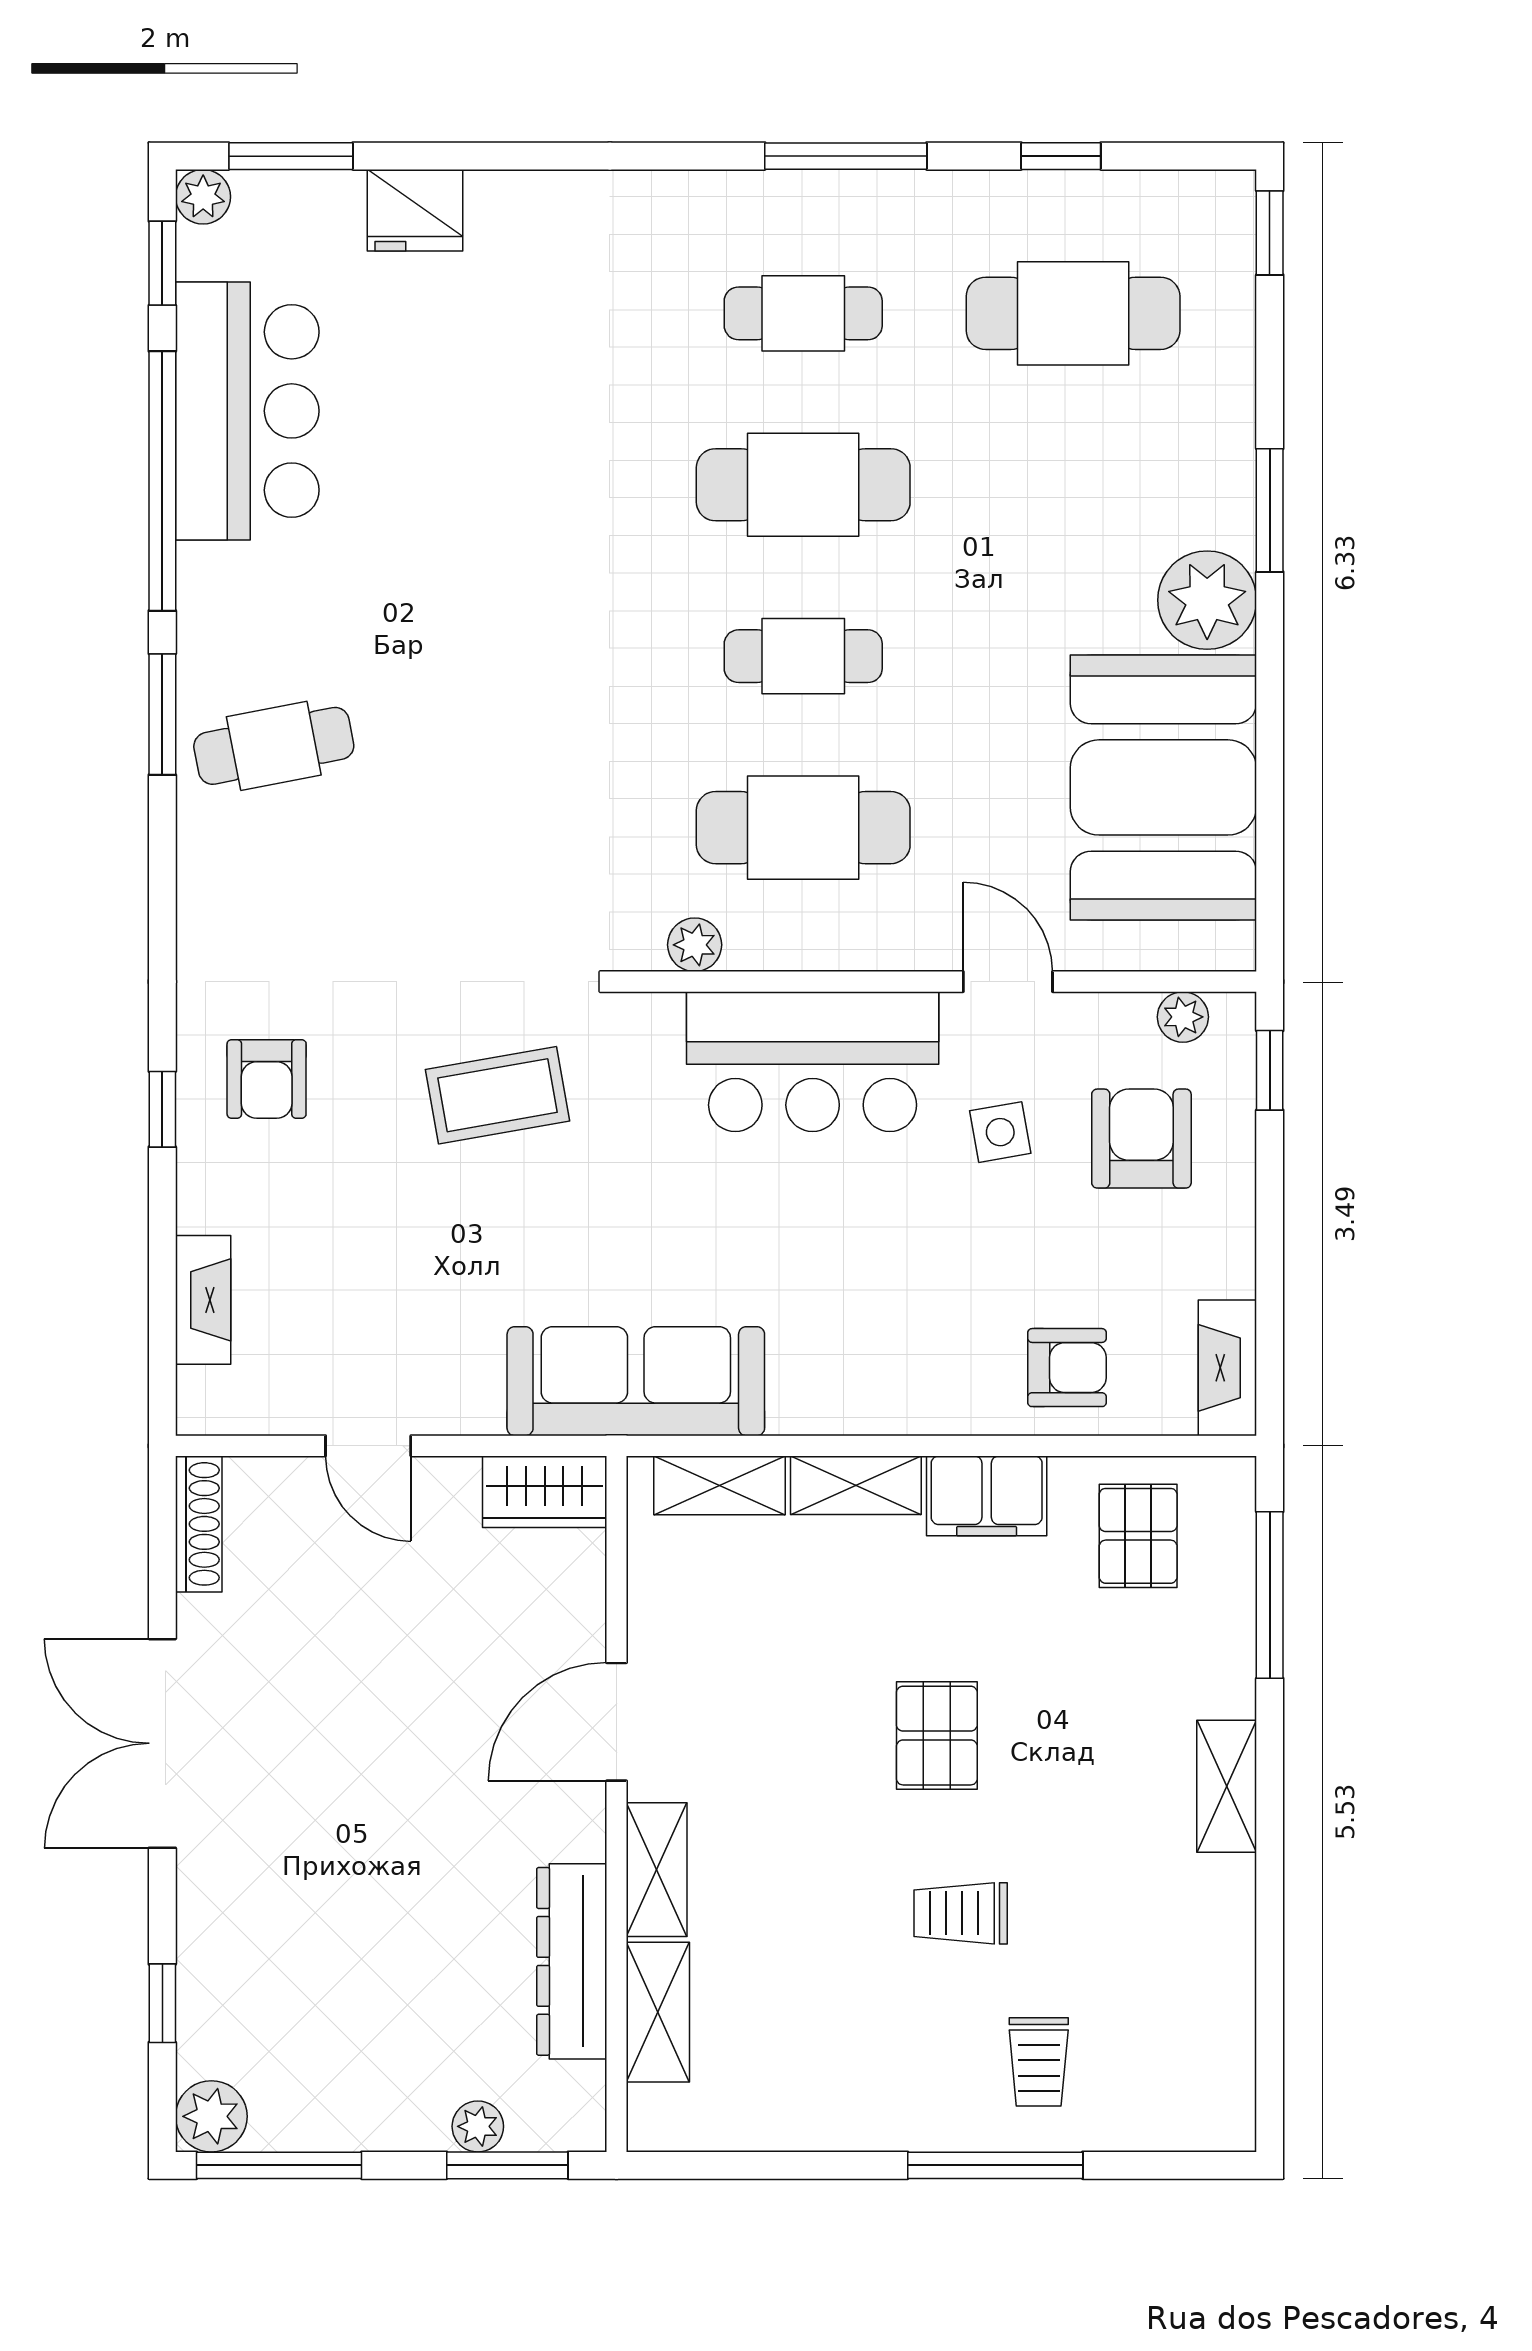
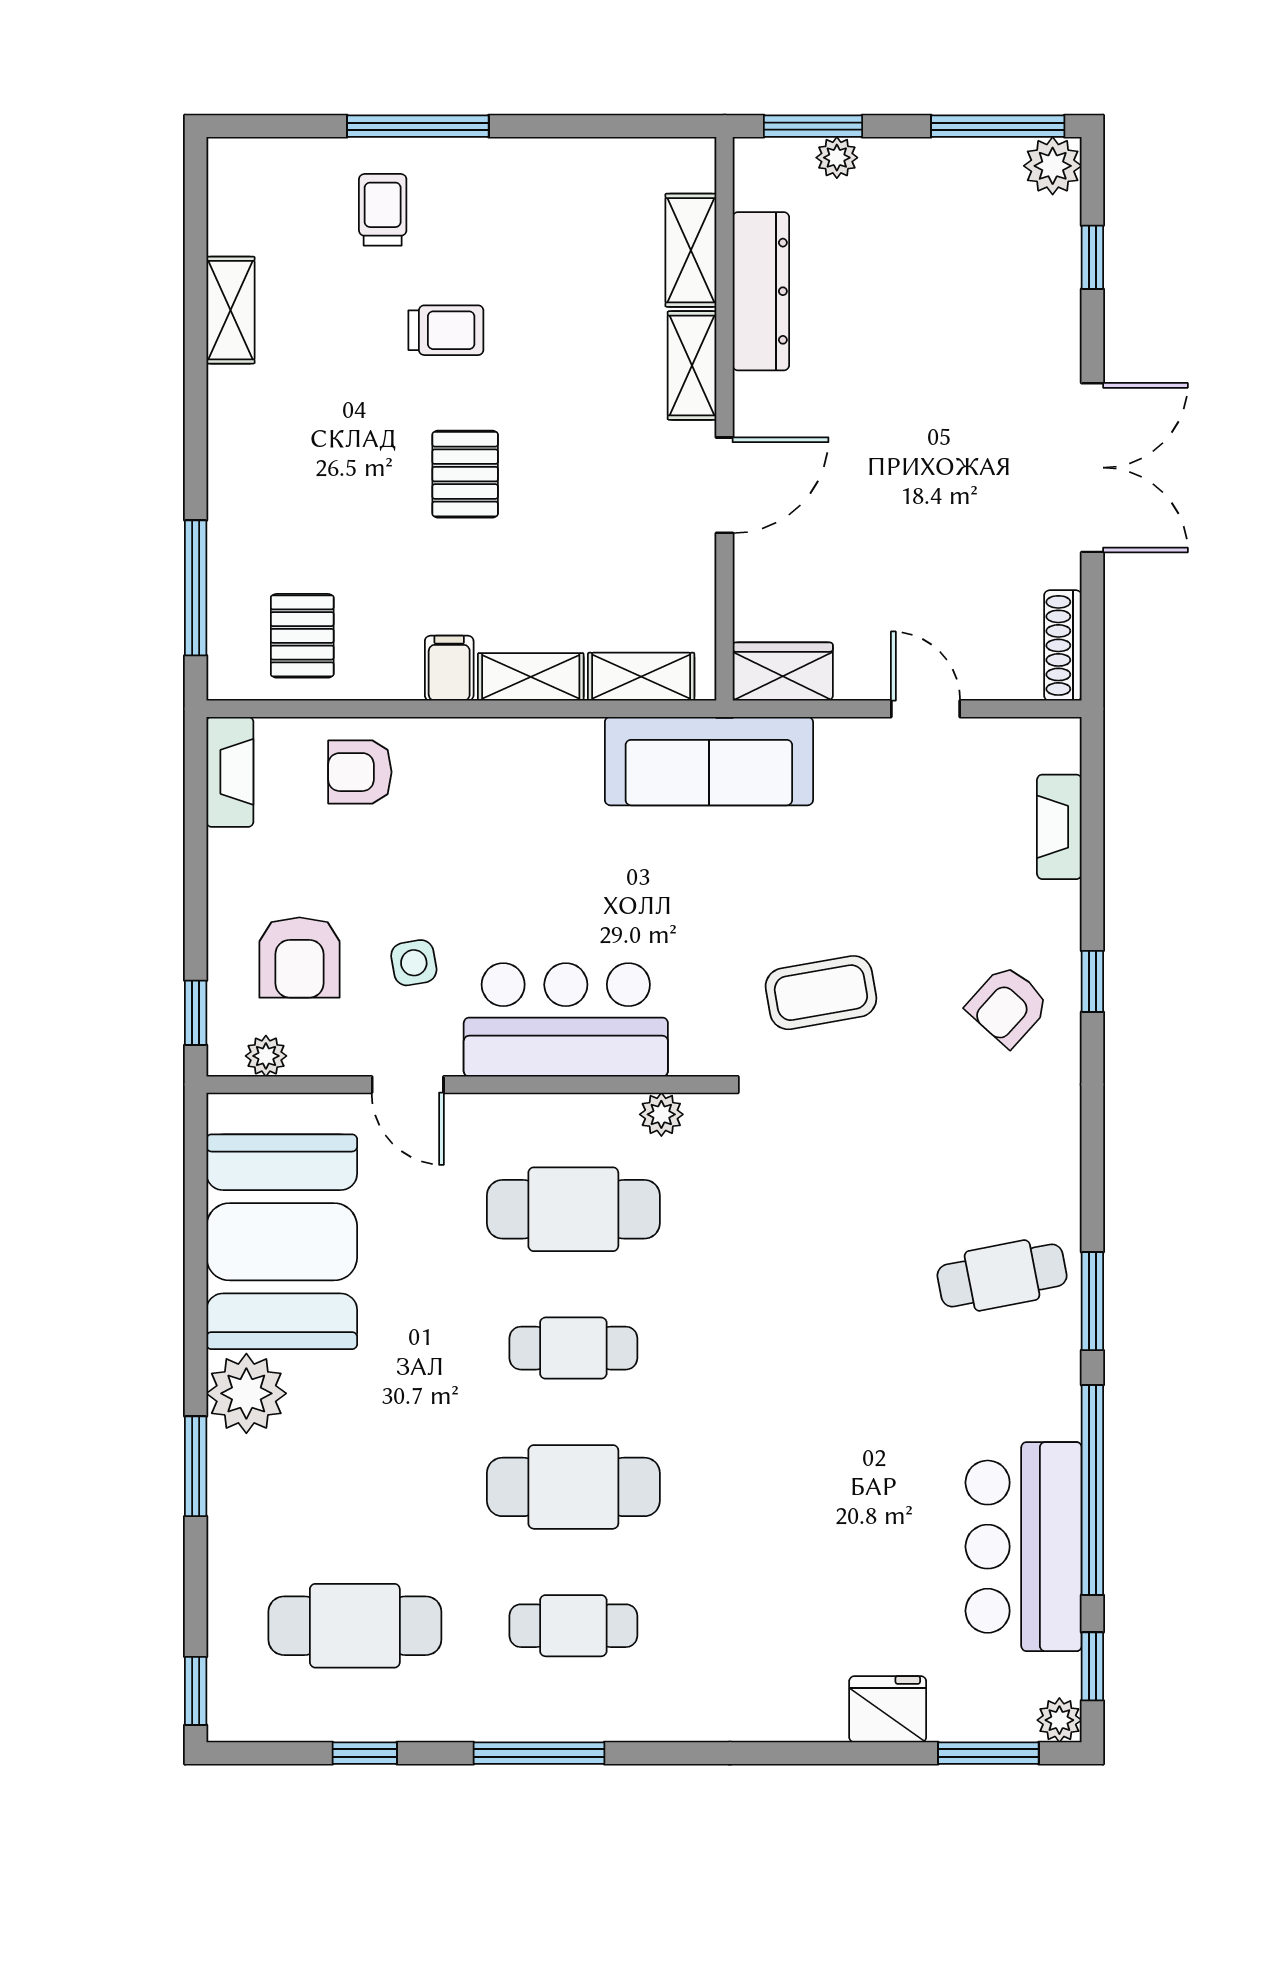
armchair: (267, 1079) -> (1008, 1006), turned -138
filing cabinet: (987, 1496) -> (449, 668), width x0.50
shelving: (1227, 1786) -> (230, 310), moved

